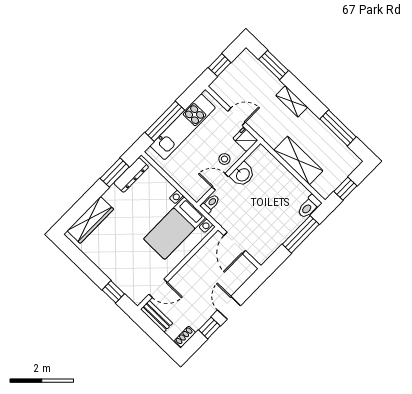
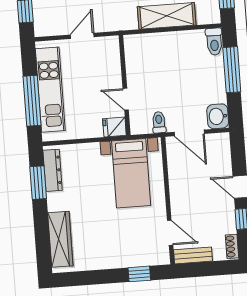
fridge: (245, 139) -> (114, 127), moved
stool: (224, 159) -> (110, 78), removed
washbasin: (243, 174) -> (218, 116), moved, turned 180
door: (220, 182) -> (126, 99), hinge flipped
toilet: (210, 204) -> (159, 122), moved
door: (158, 288) -> (170, 233), hinge flipped

